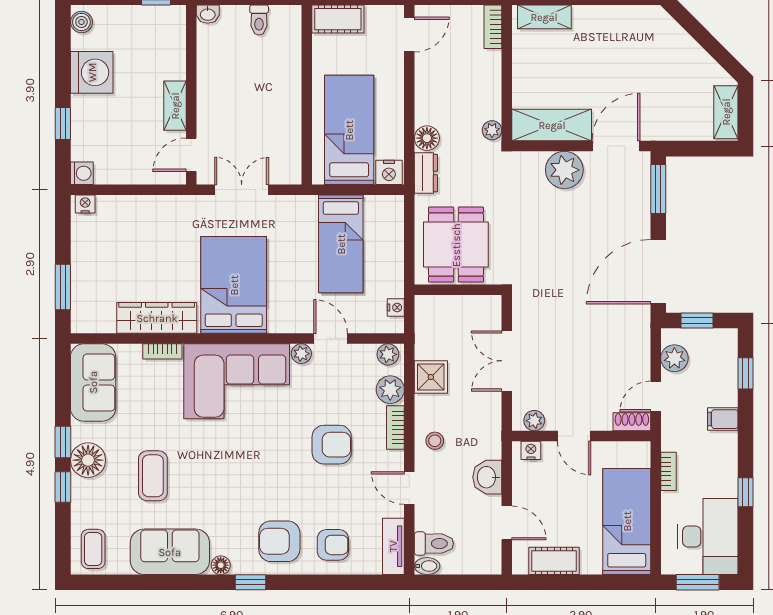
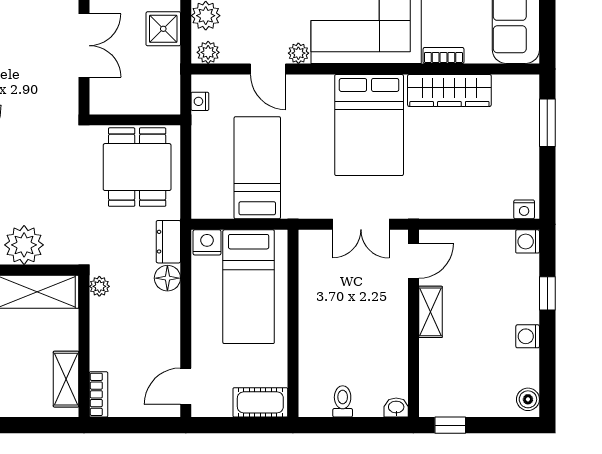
shelving: (544, 17) -> (66, 379), moved, turned 90
washing machine: (92, 72) -> (528, 336), width x0.53, depth x0.53

